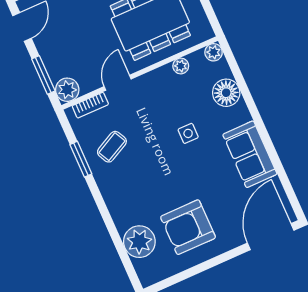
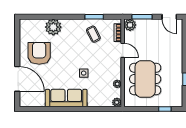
floor lamp: (226, 93) -> (95, 100), removed
sofa: (250, 154) -> (66, 98), width x1.36
door: (271, 237) -> (17, 79), moved
plant: (139, 242) -> (53, 27), moved

